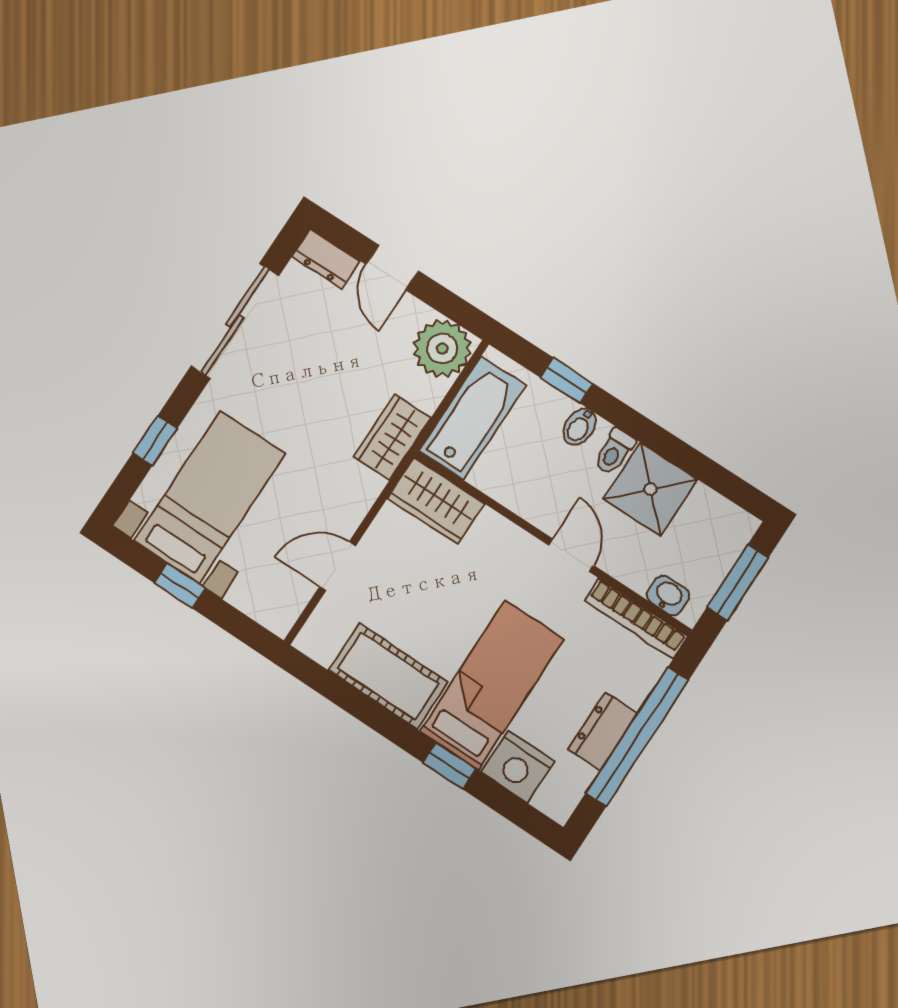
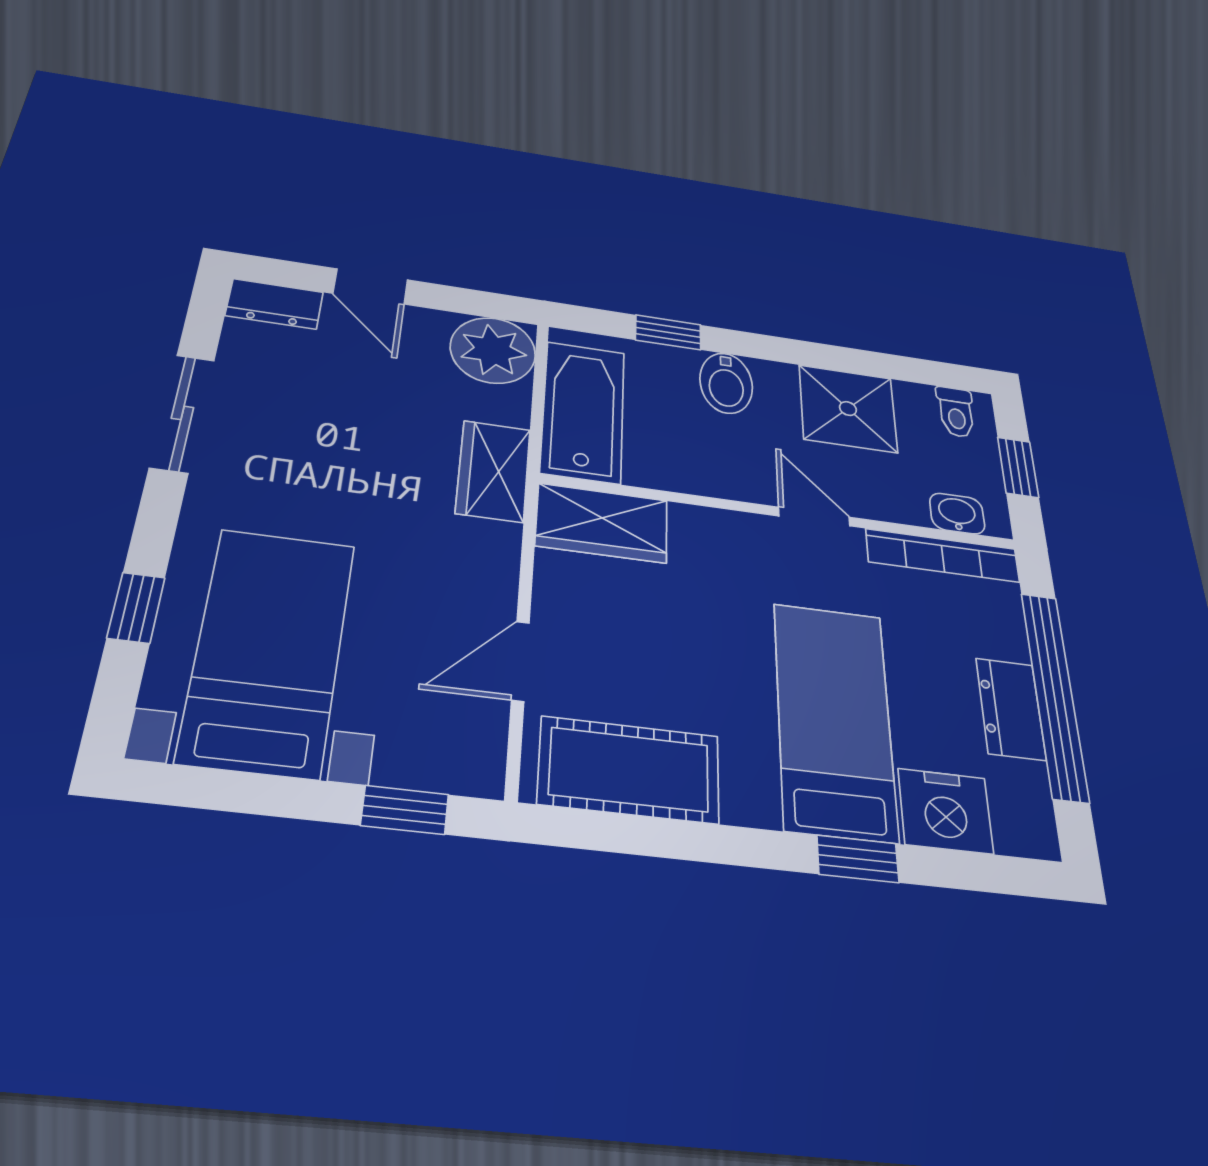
sliding door: (235, 321) -> (182, 413), width x0.73
bidet: (580, 427) -> (726, 383), width x1.38, depth x1.36
toilet: (614, 452) -> (956, 412), moved
window: (738, 582) -> (1018, 467), width x0.67
window: (180, 586) -> (405, 810), moved
cot: (388, 676) -> (629, 770), moved

